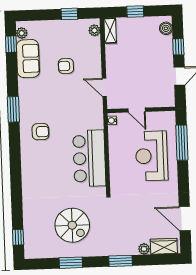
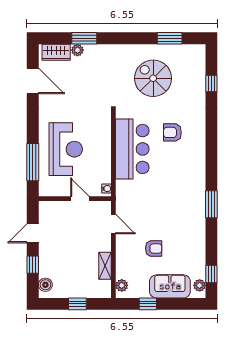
shelving: (110, 31) -> (105, 266), moved
sofa: (28, 59) -> (170, 286), moved, turned 90
armchair: (40, 132) -> (172, 132), moved
window: (18, 237) -> (211, 83), moved
window: (121, 261) -> (84, 38), moved
window: (71, 263) -> (170, 38), moved

